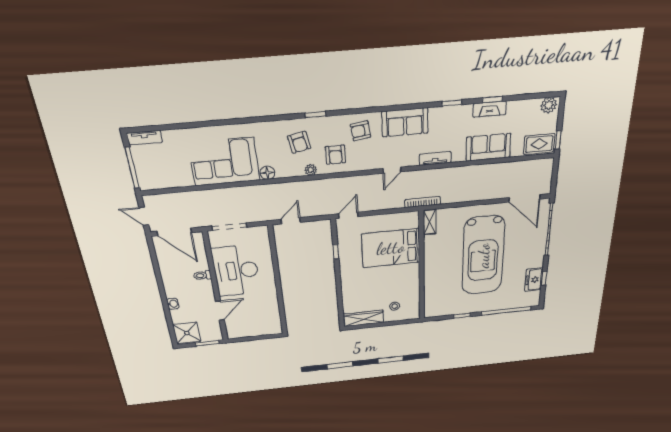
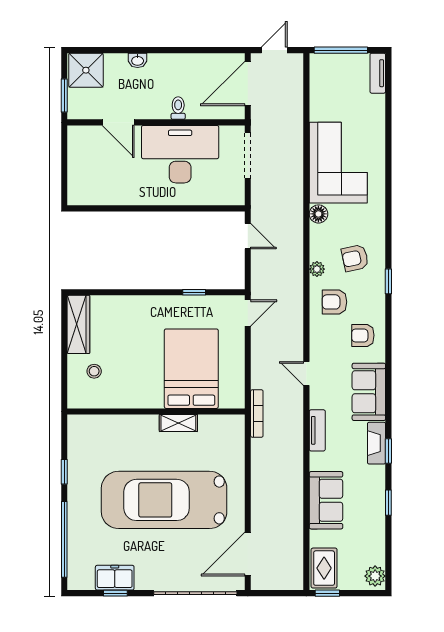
fireplace: (490, 109) -> (377, 443), moved
armchair: (361, 131) -> (363, 335), turned -82
door: (348, 215) -> (248, 313), hinge flipped
shelving: (430, 222) -> (178, 423), moved

